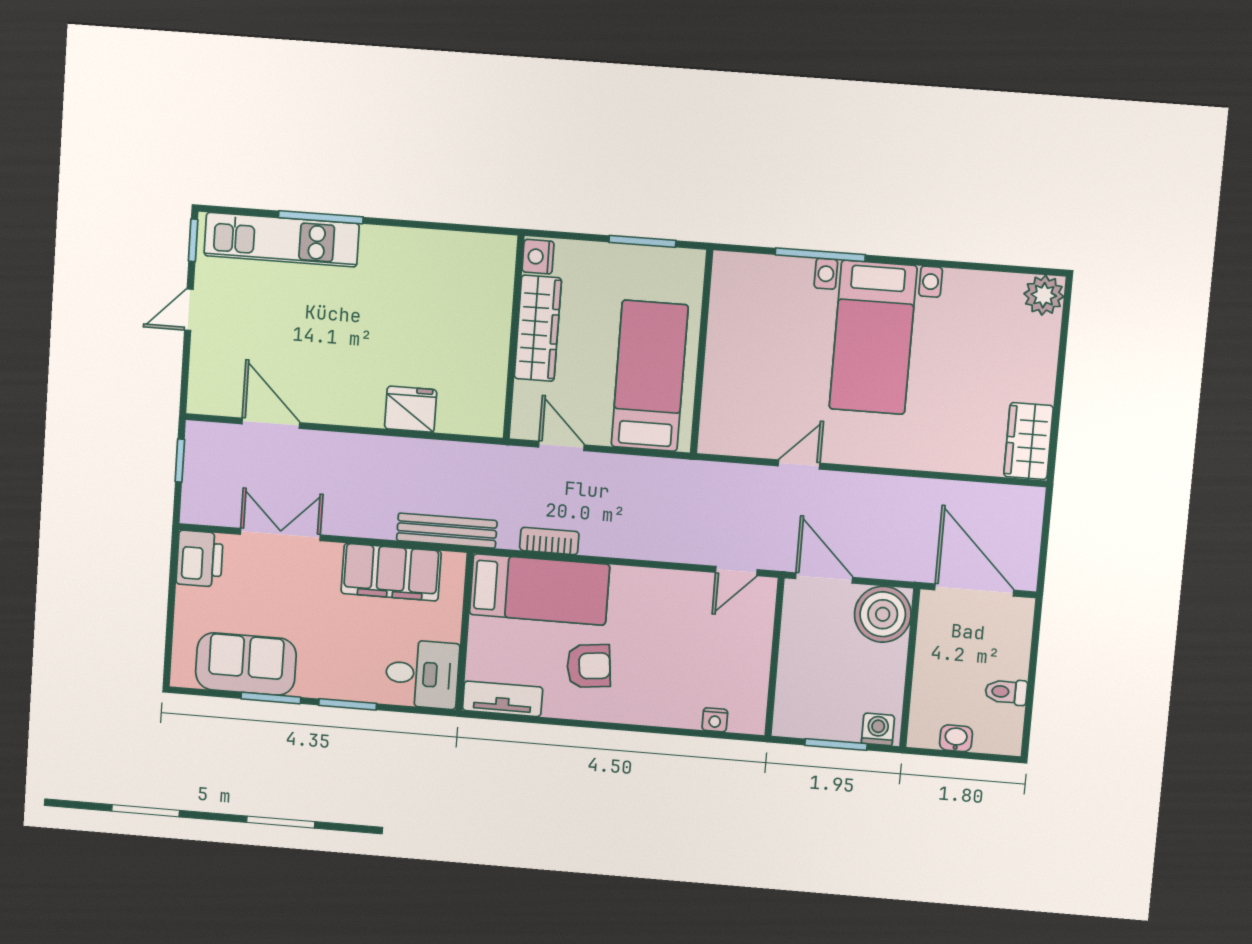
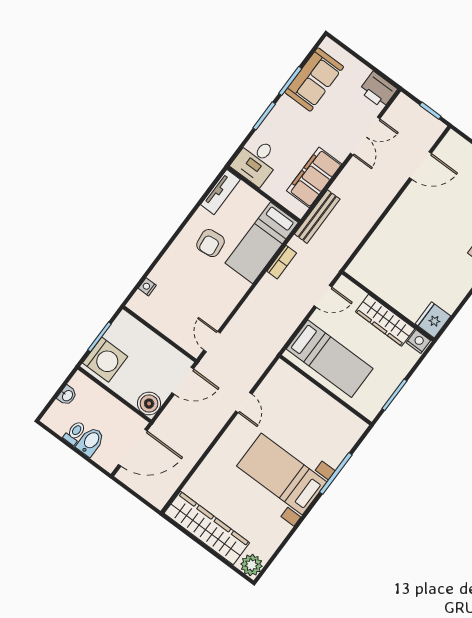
fridge: (411, 409) -> (433, 320), moved, turned 180
wardrobe: (1029, 441) -> (207, 528), width x2.10, depth x1.17
boiler: (883, 614) -> (149, 404), width x0.73, depth x0.73
bidet: (1005, 660) -> (90, 442), added
washing machine: (878, 729) -> (105, 360), width x1.89, depth x1.89

